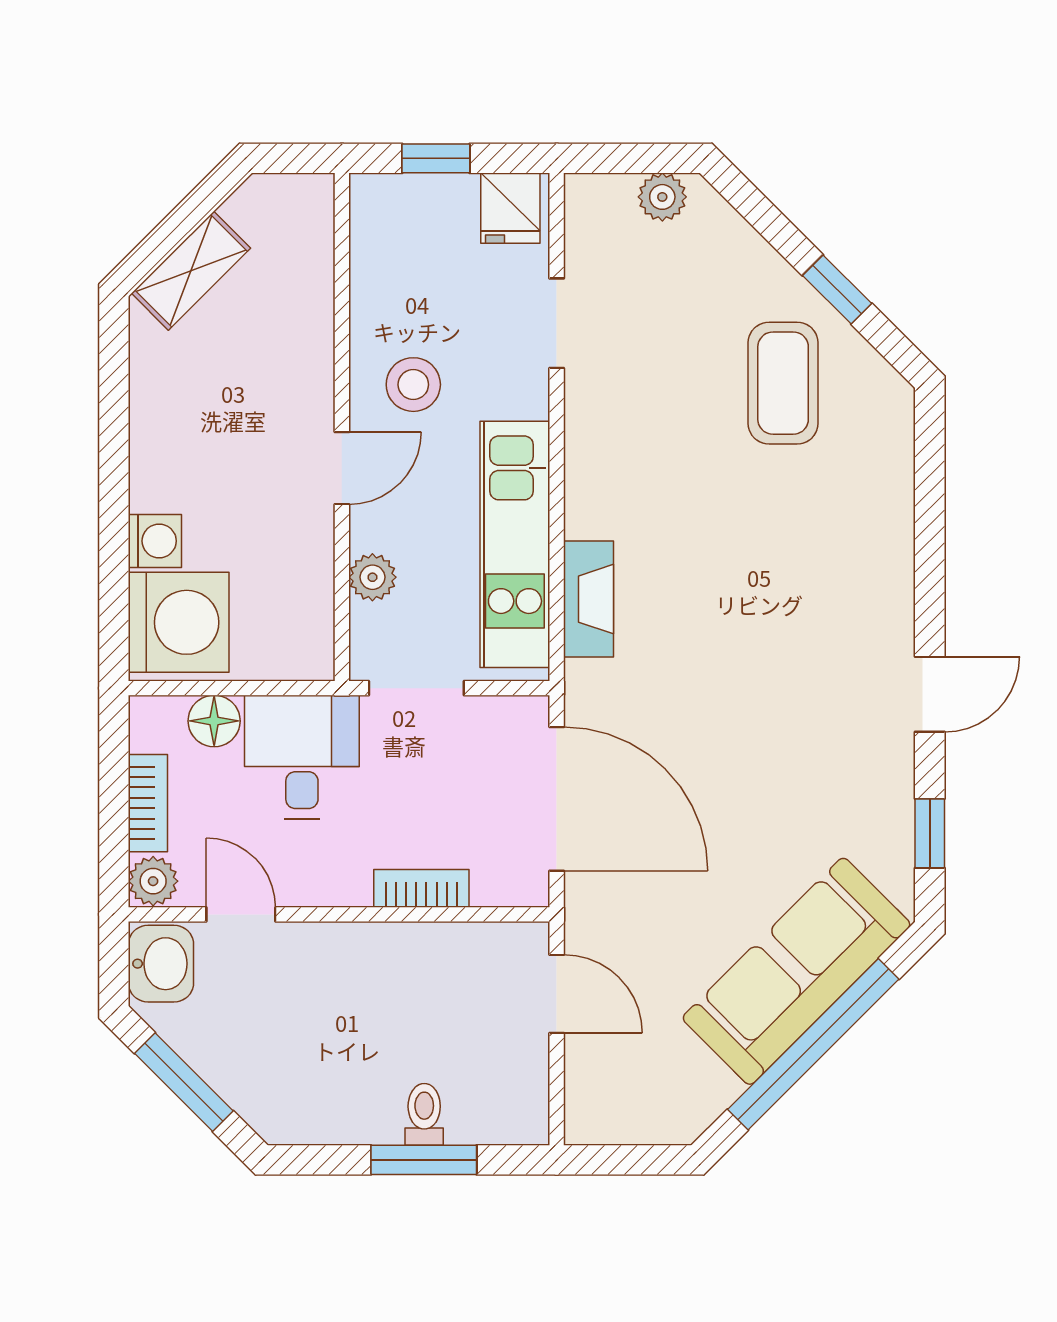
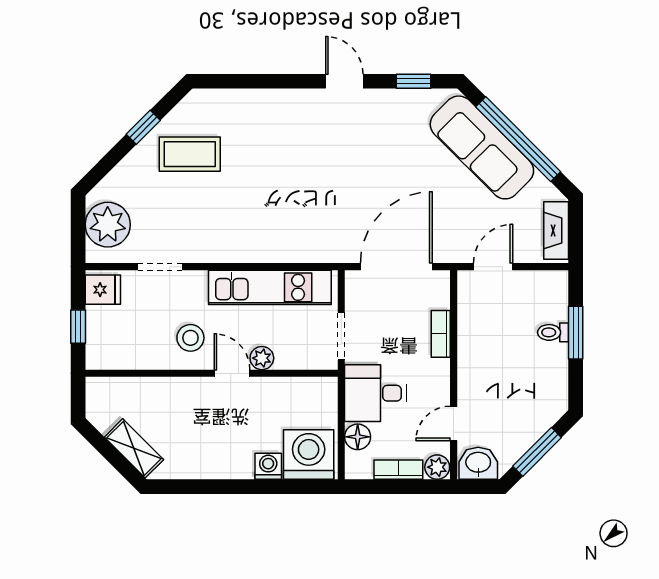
plant: (662, 197) -> (108, 225), width x1.87, depth x1.87
plant: (372, 577) -> (262, 358), moved
fireplace: (588, 599) -> (556, 231), moved, turned -90

